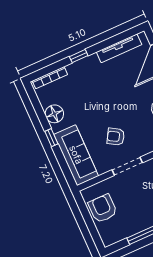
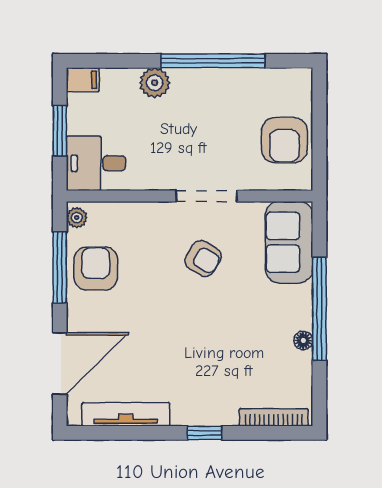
floor lamp: (54, 114) -> (303, 340), width x0.53, depth x0.53
window: (51, 138) -> (319, 309), width x3.17
sofa: (76, 155) -> (289, 242), width x0.73

